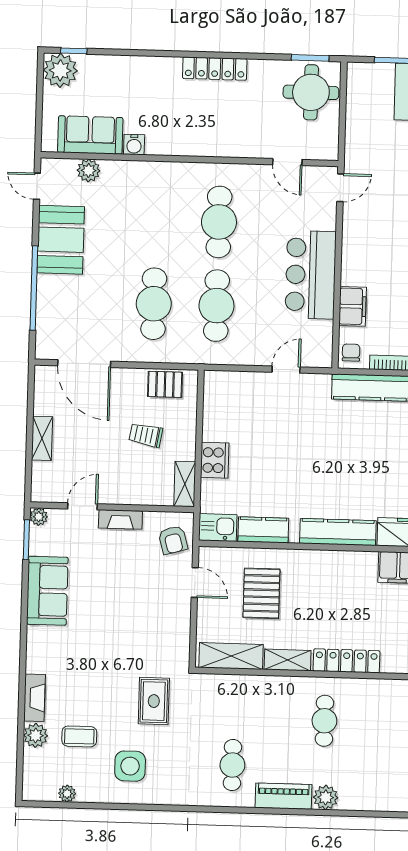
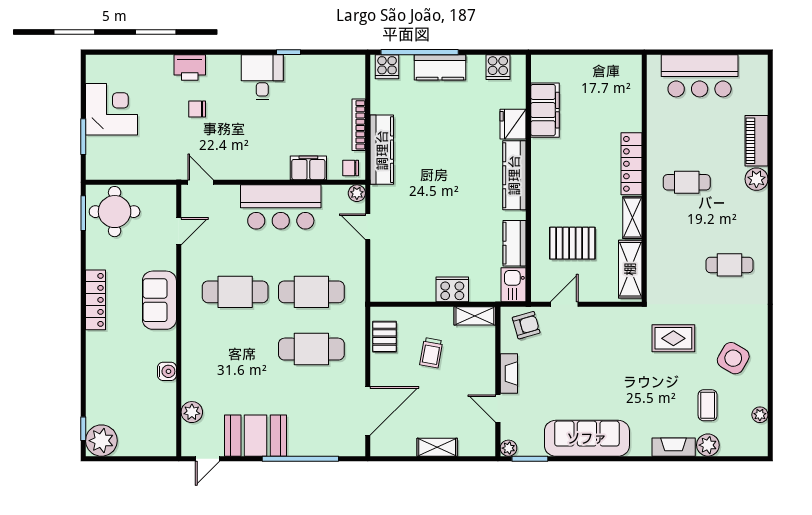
sofa: (90, 135) -> (159, 300), moved
plant: (323, 359) -> (357, 193), added
sofa: (47, 591) -> (587, 438), width x1.36
side table: (130, 766) -> (733, 358), turned 30
piano: (283, 796) -> (756, 141), moved

